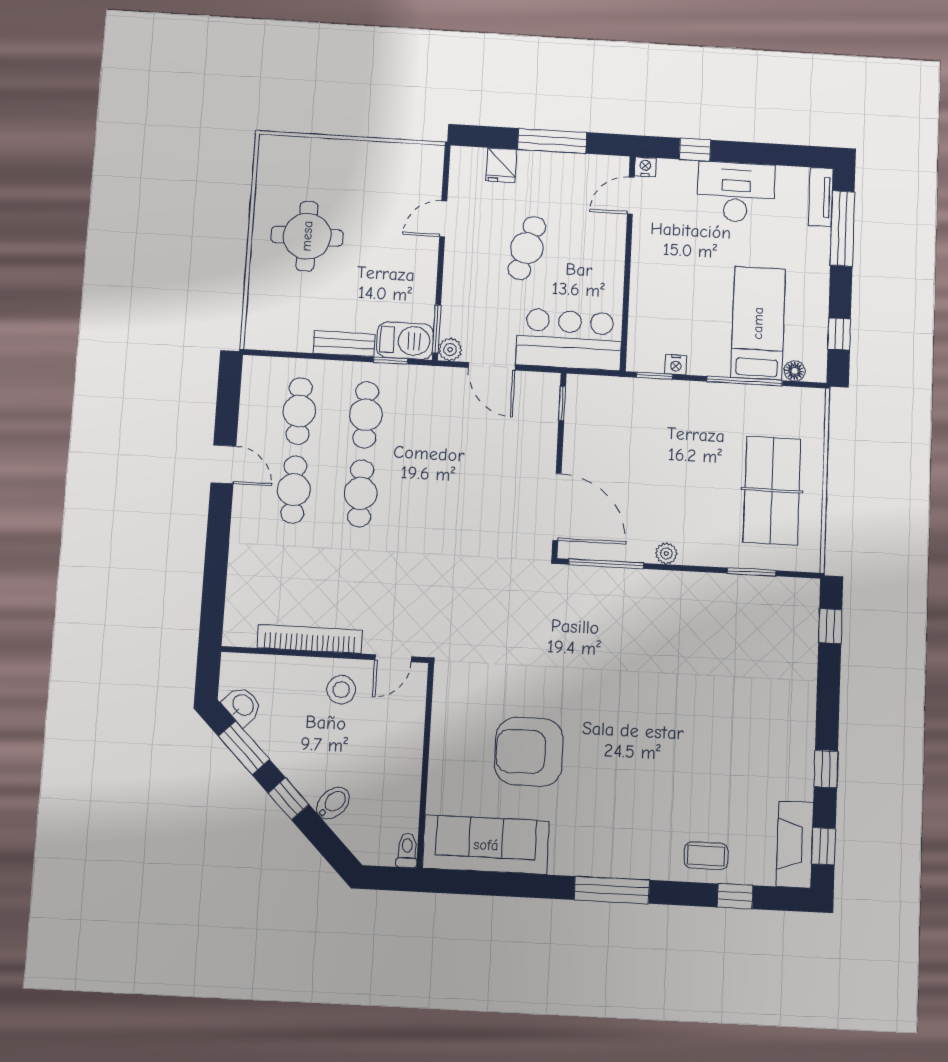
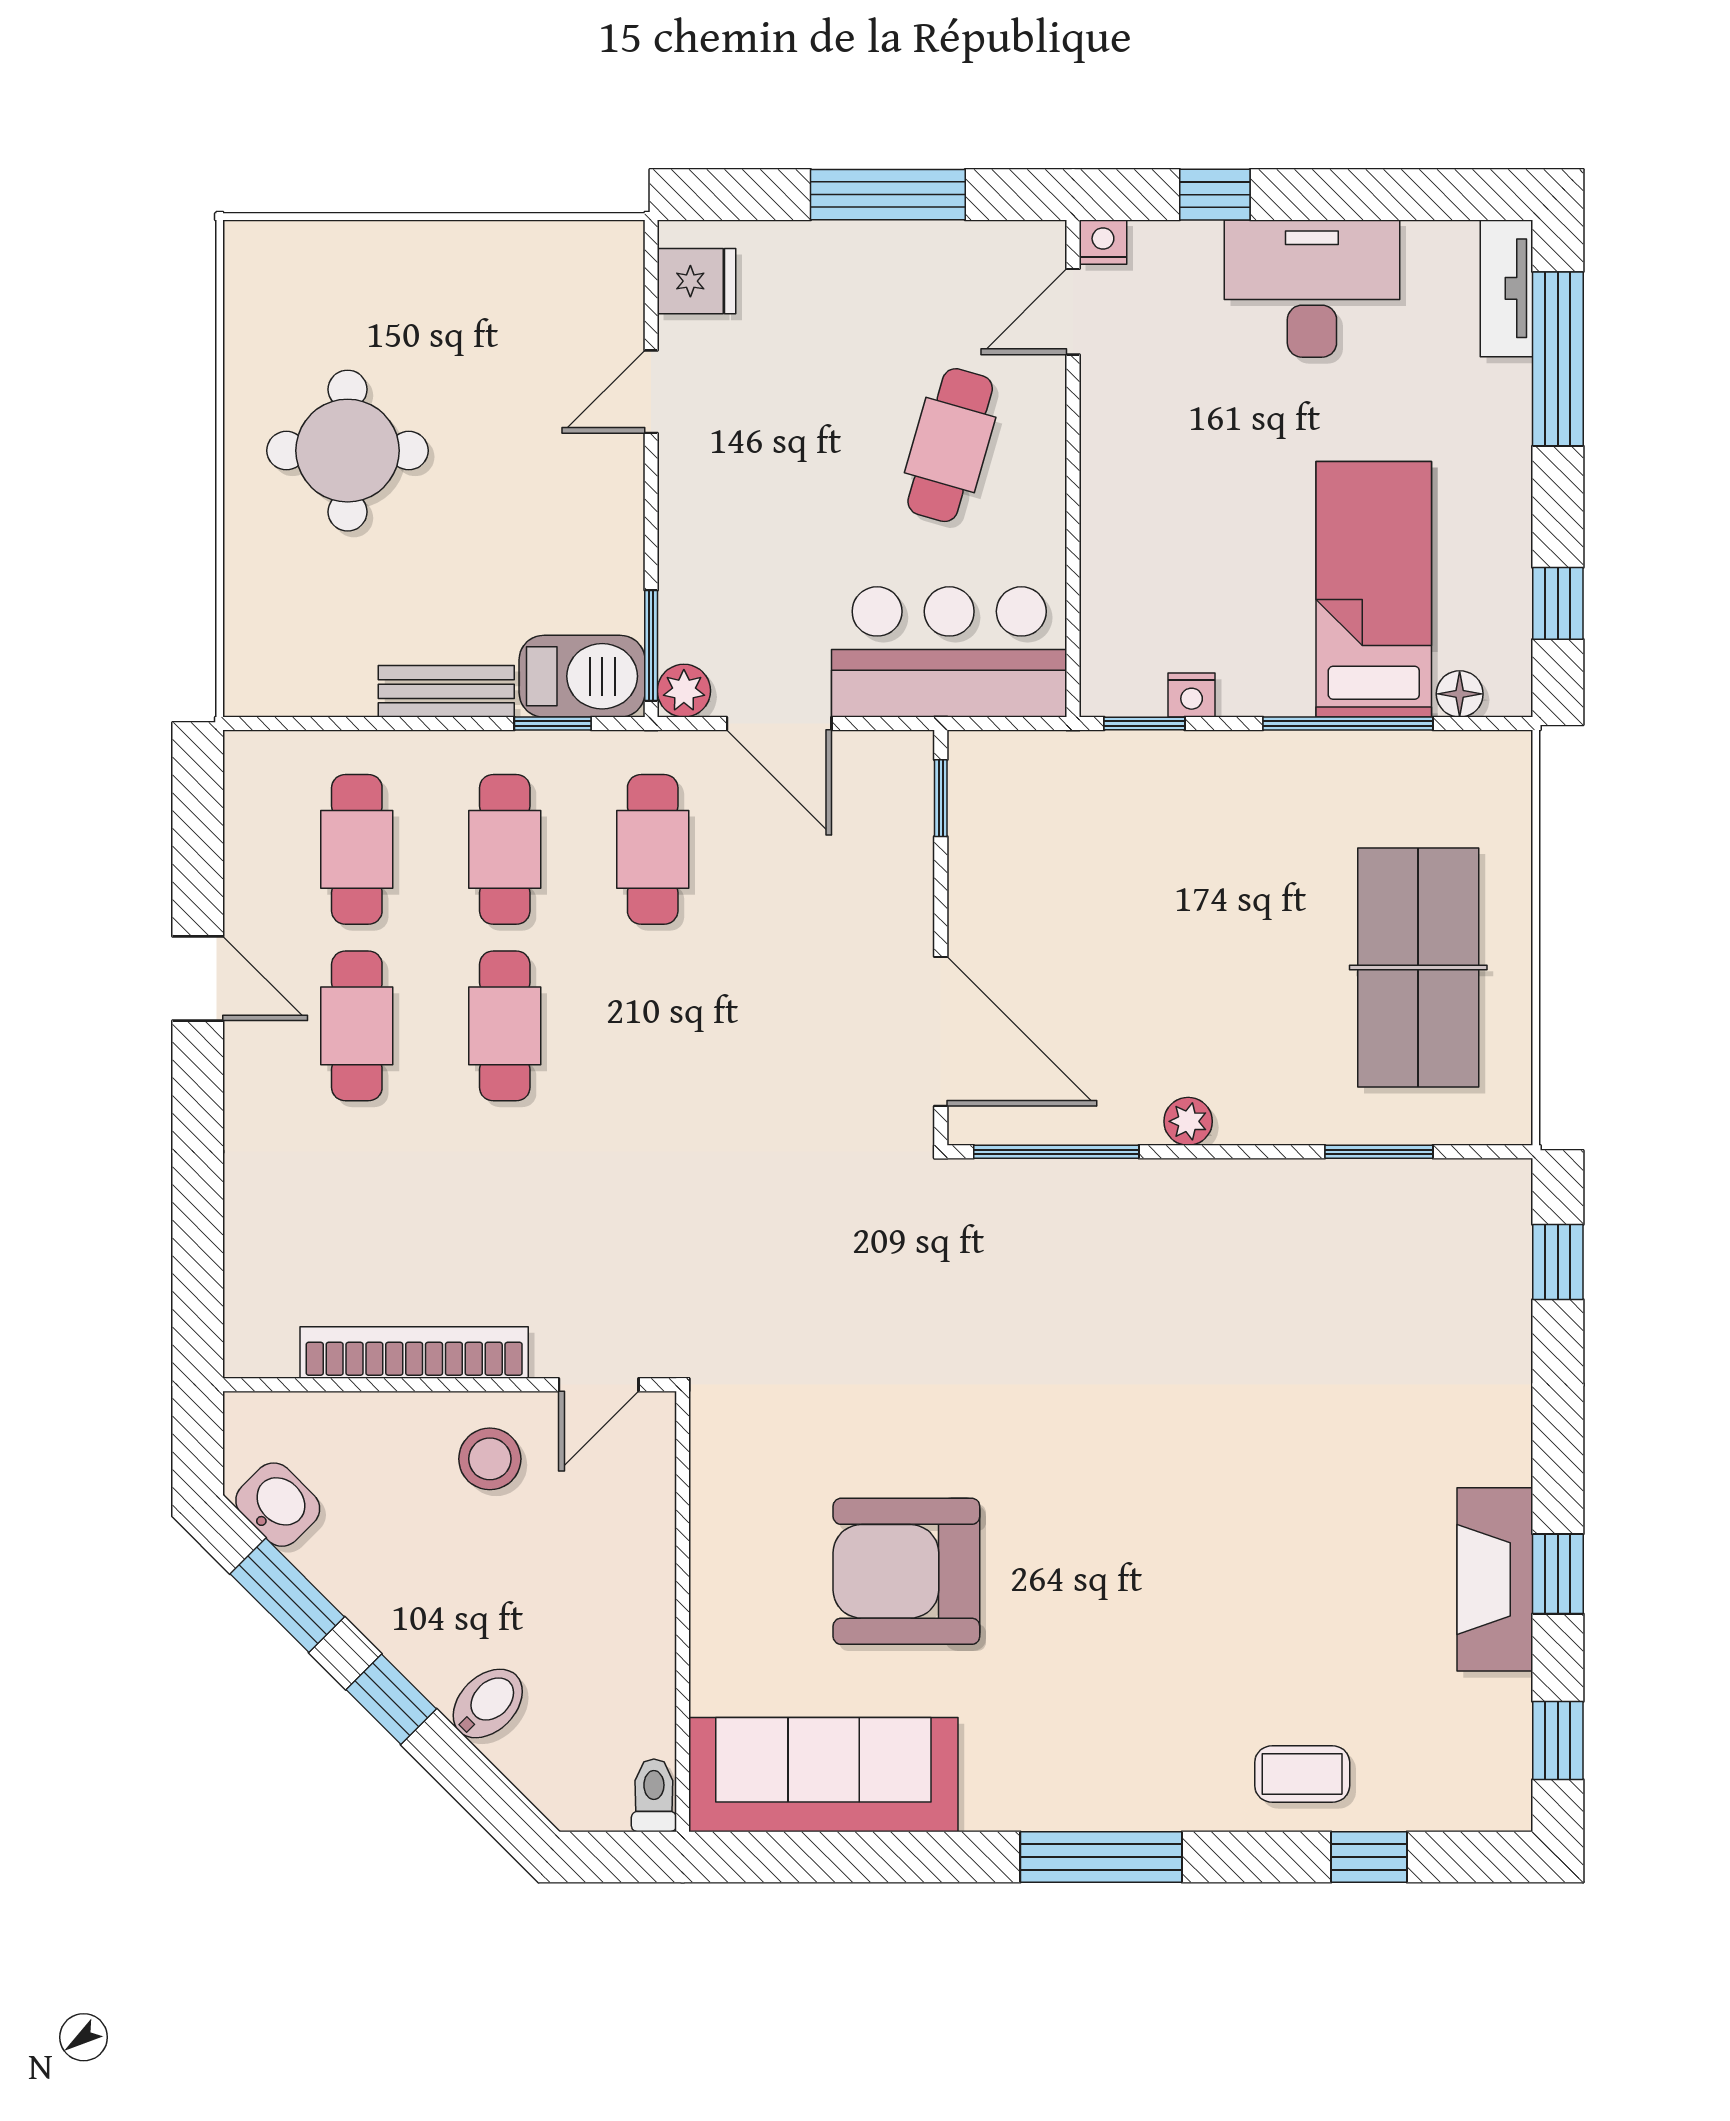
fridge: (501, 165) -> (697, 281), moved, turned -90
cafe table: (527, 248) -> (950, 445), moved
cafe table: (432, 419) -> (653, 849), added
fireplace: (795, 844) -> (1495, 1579), moved

